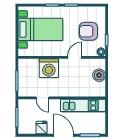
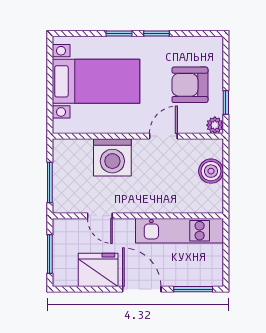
fridge: (42, 128) -> (98, 270), width x1.88, depth x1.34

